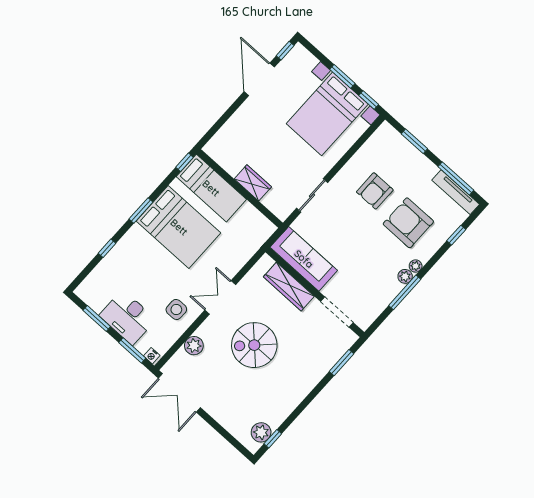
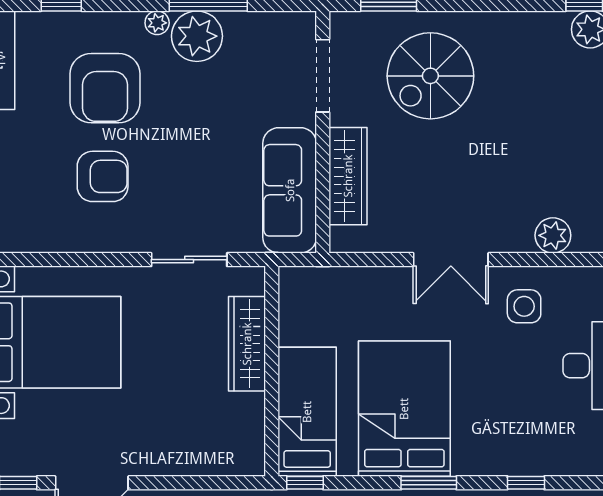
wardrobe: (253, 183) -> (247, 344), width x1.50
plant: (405, 276) -> (197, 36), width x1.87, depth x1.87
spiral stairs: (254, 345) -> (430, 76), moved, turned 90

